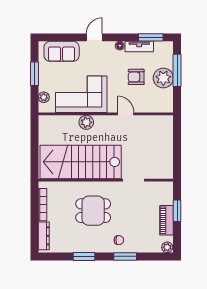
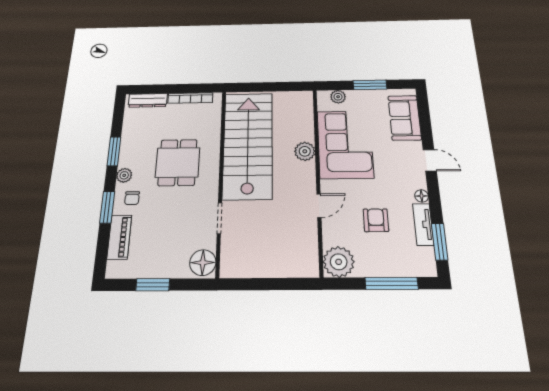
plant: (163, 78) -> (339, 262), moved
floor lamp: (163, 190) -> (203, 263), added
window: (177, 211) -> (153, 285), moved
piano: (167, 220) -> (119, 237), moved, turned 90
plant: (167, 247) -> (124, 175), moved

